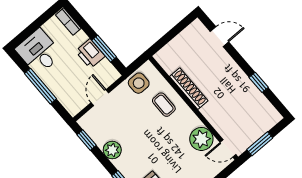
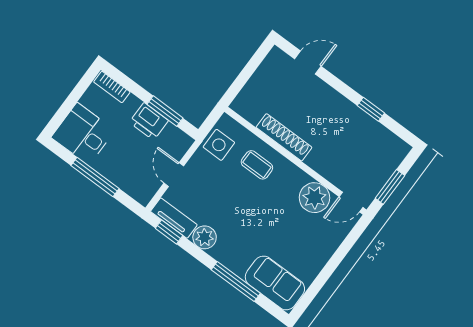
tv unit: (92, 130) -> (174, 218), added

